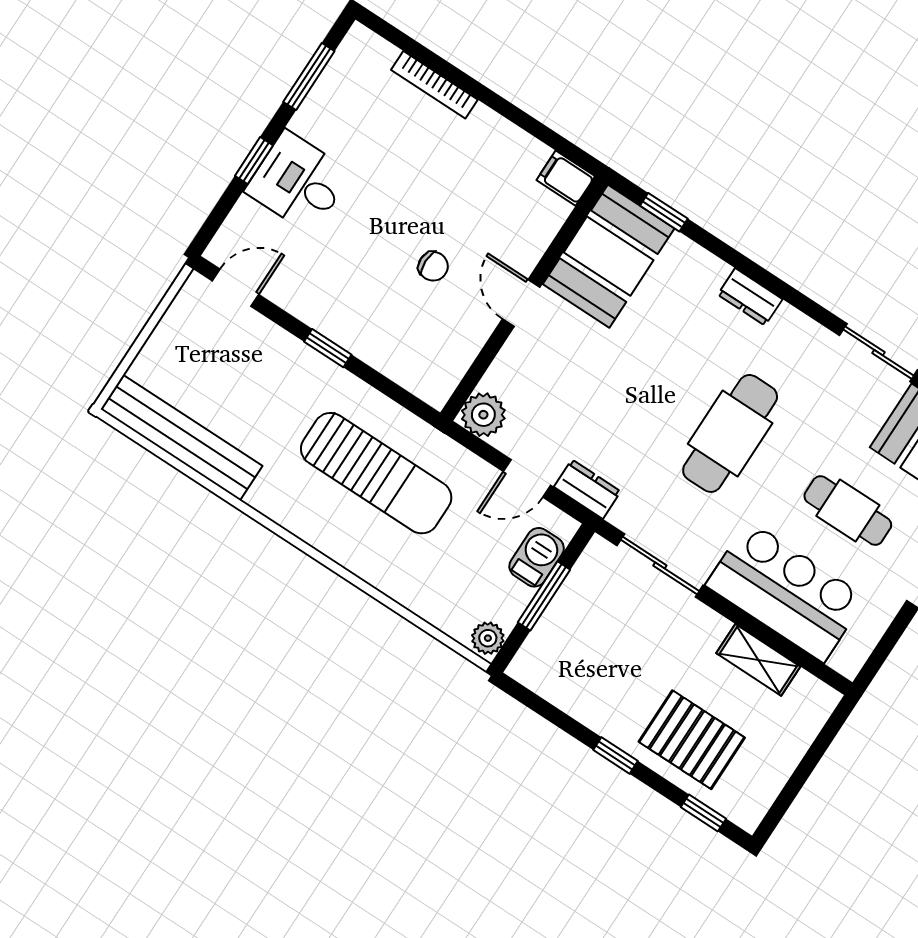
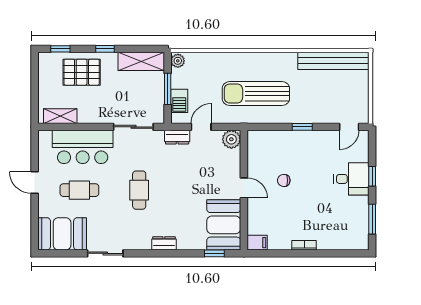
bookcase: (434, 85) -> (304, 245), moved, width x0.64
cafe table: (730, 433) -> (139, 190), width x0.73, depth x0.74
shelving: (758, 660) -> (60, 116), moved
shelving: (560, 684) -> (141, 61), added

